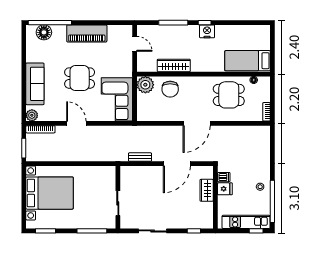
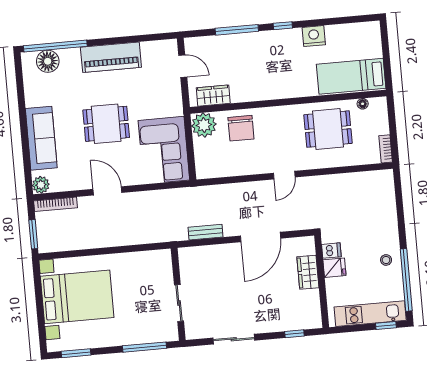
nightstand: (207, 31) -> (314, 36), moved
wardrobe: (174, 65) -> (213, 96), moved, width x0.67
door: (197, 123) -> (284, 175), width x0.53

